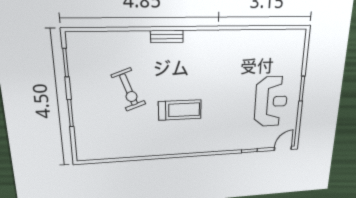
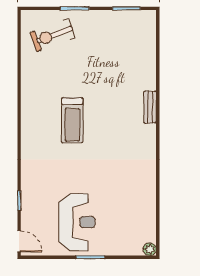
plant: (301, 35) -> (150, 249), added
exercise bike: (129, 90) -> (53, 35), moved
reception desk: (271, 102) -> (77, 222), turned -90

